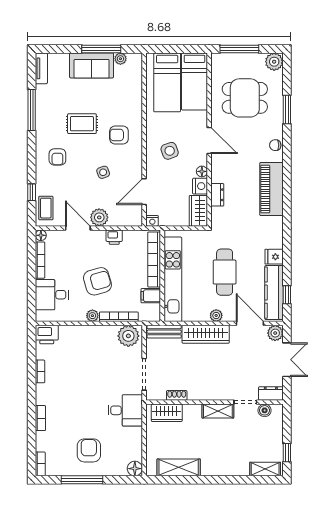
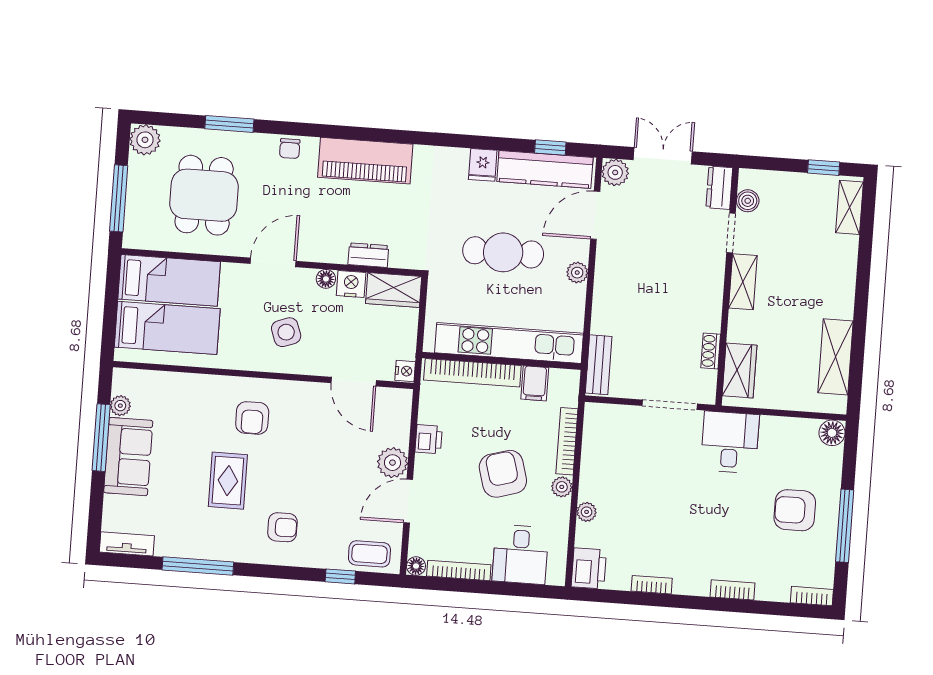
side table: (103, 172) -> (315, 450), removed
wardrobe: (206, 334) -> (608, 293), removed
plant: (128, 336) -> (587, 512), moved, width x0.53, depth x0.53

